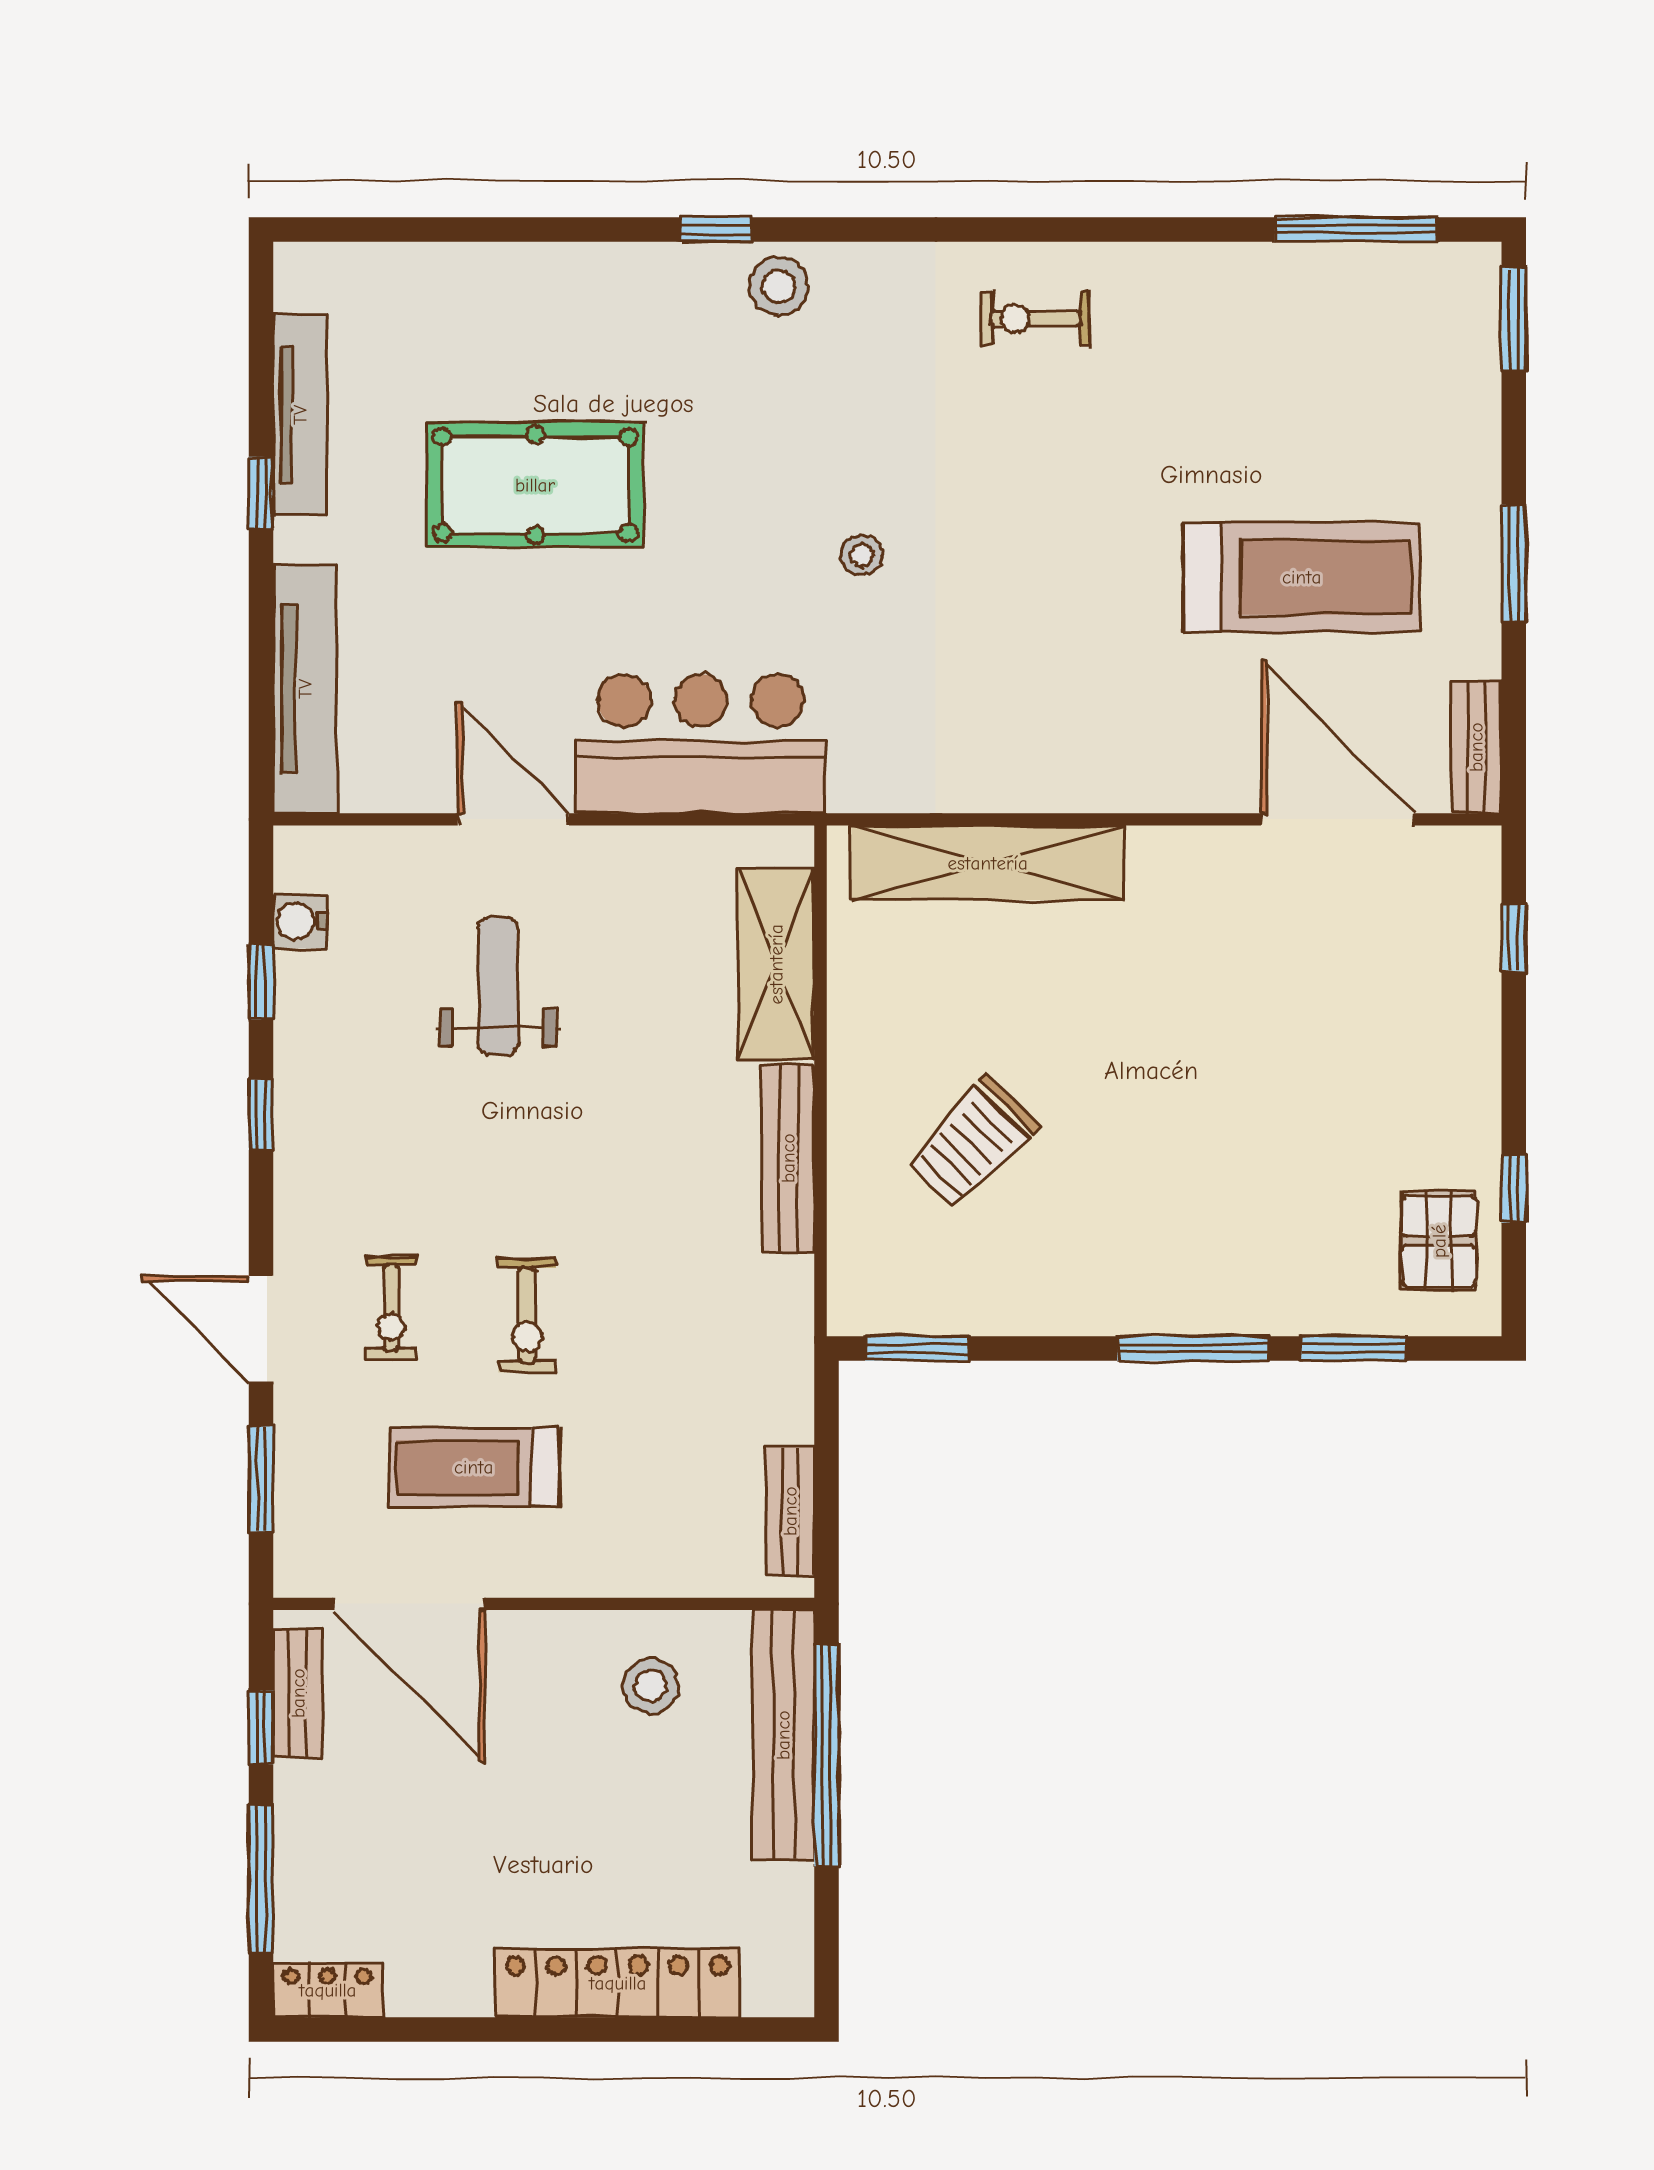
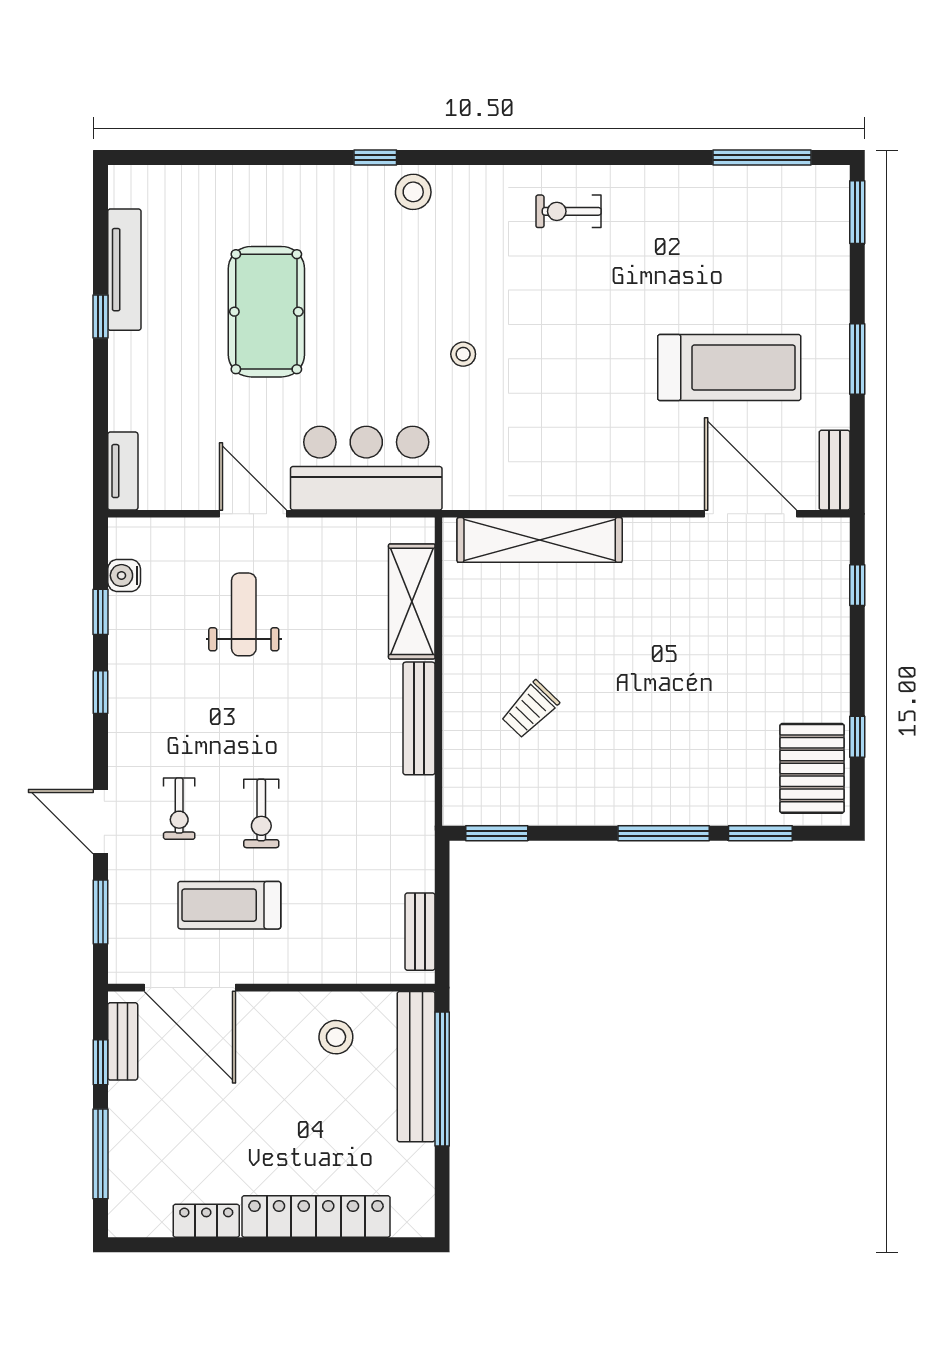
pool table: (535, 485) -> (266, 312), turned 90
tv unit: (305, 689) -> (123, 471), width x0.52, depth x0.78
trolley: (972, 1143) -> (530, 709), width x0.73, depth x0.72
pallet: (1439, 1241) -> (812, 768), width x1.50, depth x1.42
locker: (328, 1990) -> (206, 1221), moved

